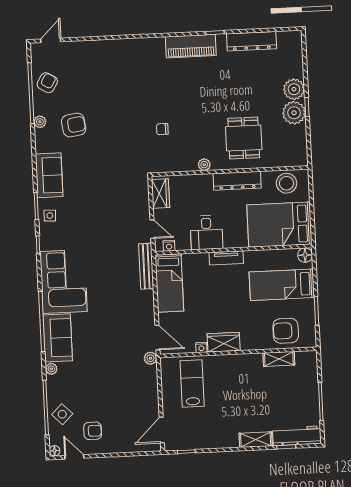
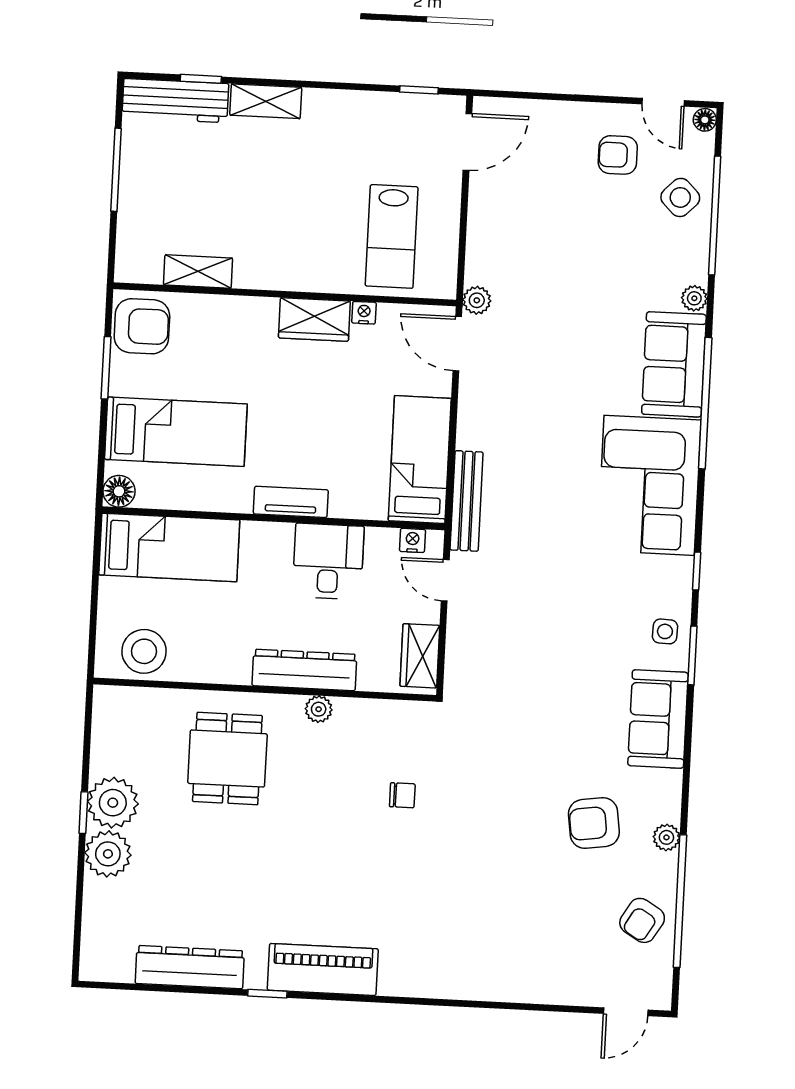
dresser: (237, 181) -> (304, 670), moved
bed: (279, 225) -> (169, 547), width x0.67
armchair: (286, 331) -> (142, 326), moved

